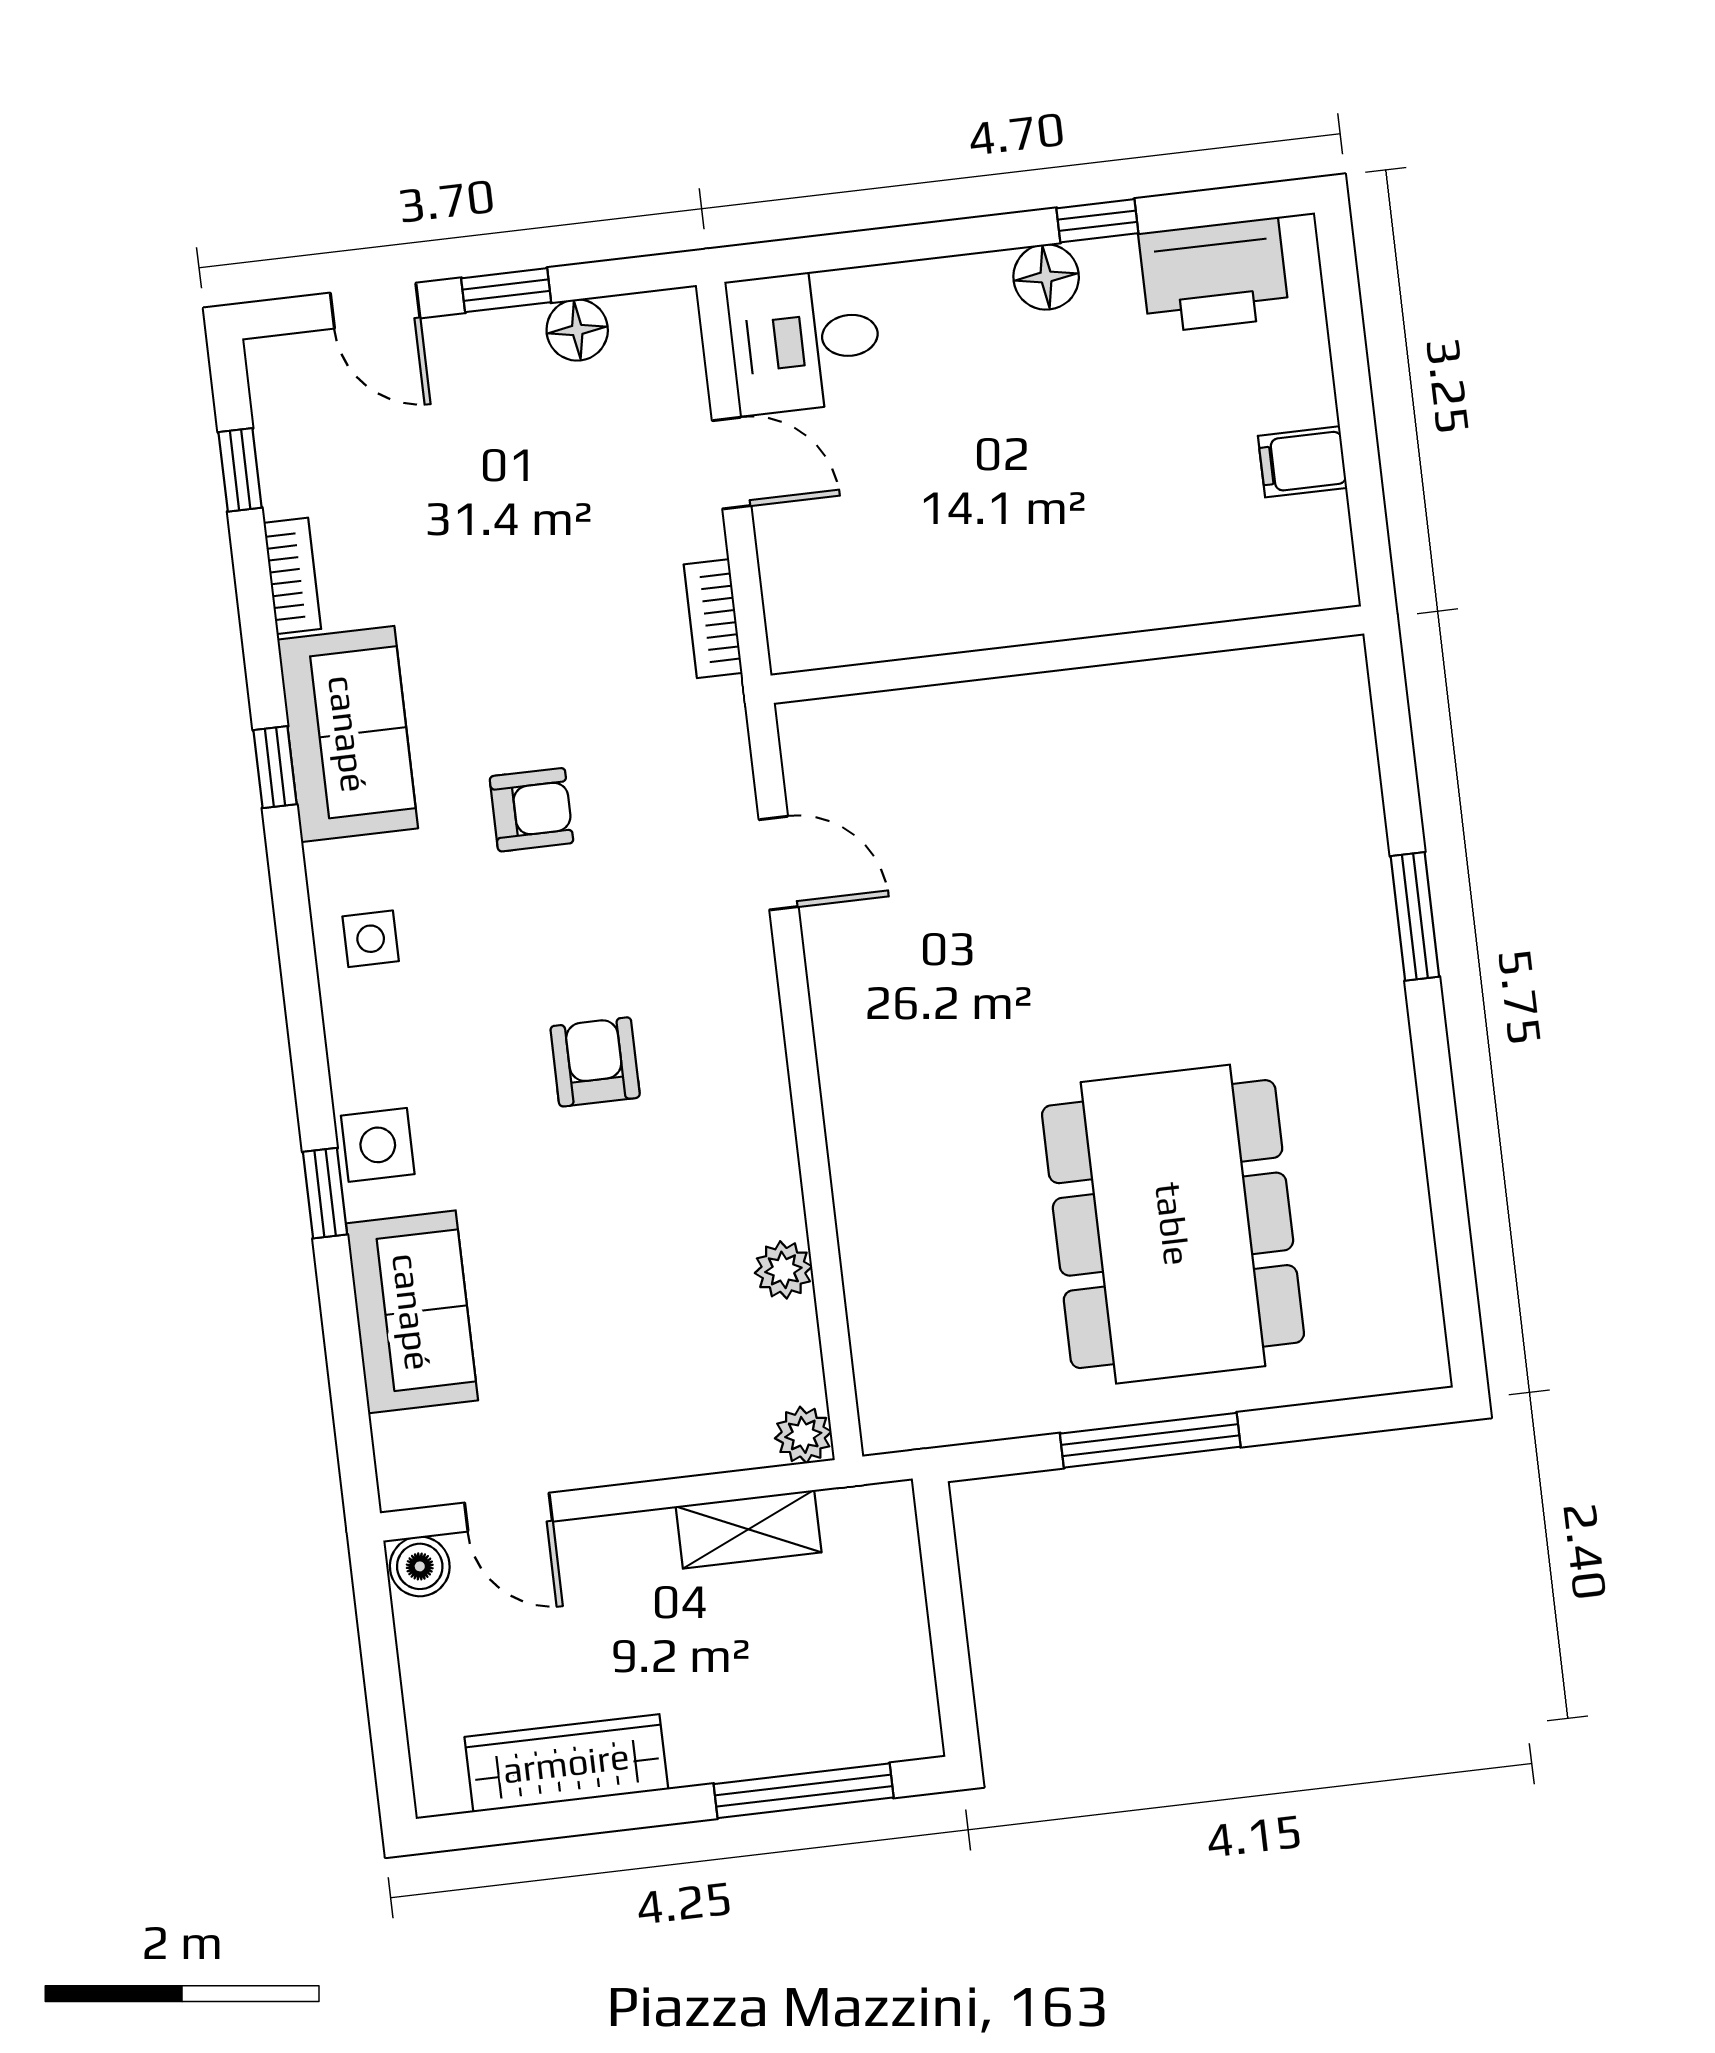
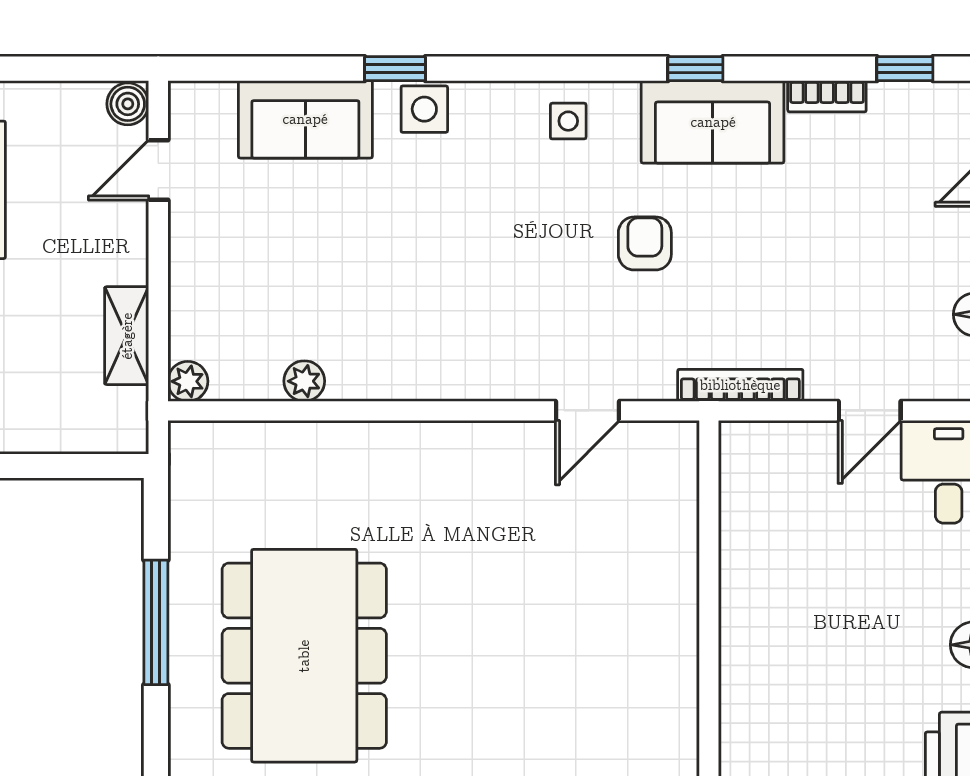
bookcase: (713, 619) -> (740, 385), width x1.56
armchair: (531, 810) -> (645, 243), turned 180
armchair: (595, 1062) -> (464, 267), removed
dining table: (1173, 1224) -> (304, 656), turned 90

